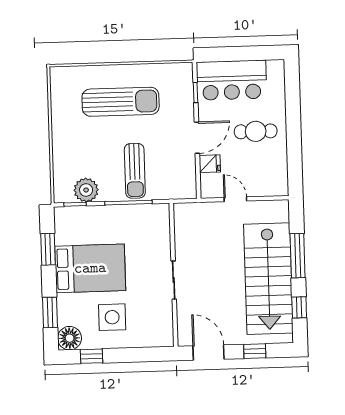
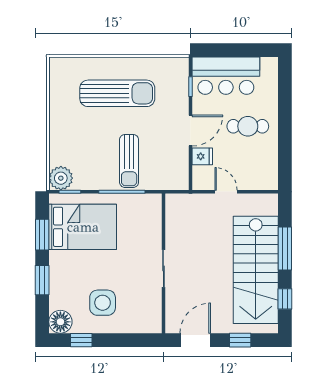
plant: (86, 190) -> (61, 178), moved
bed: (90, 268) -> (83, 227), moved
window: (50, 312) -> (42, 280), moved
door: (209, 353) -> (195, 340), hinge flipped

